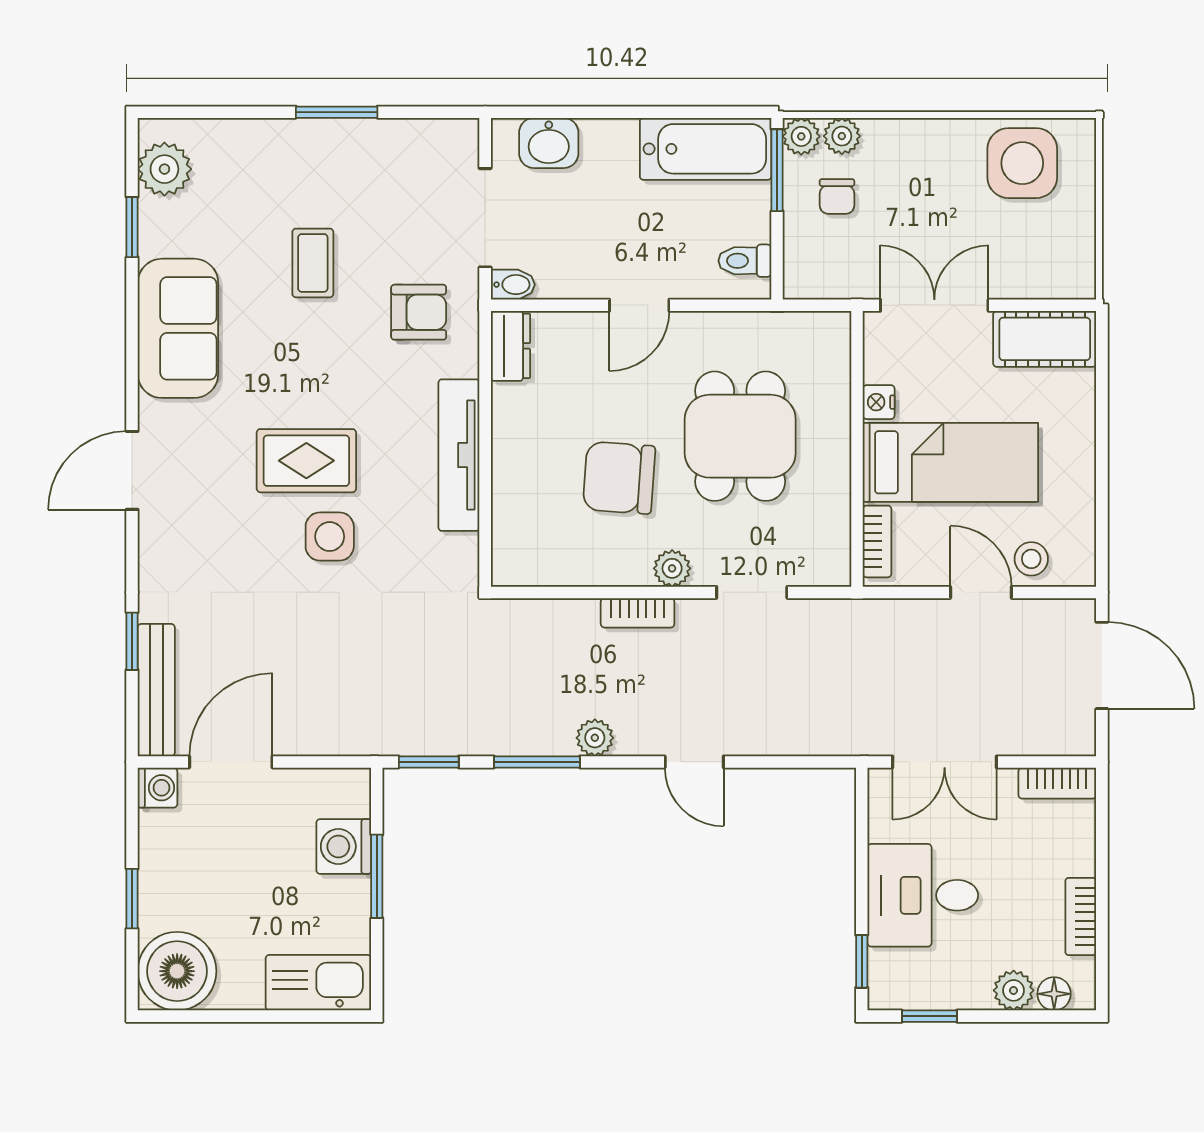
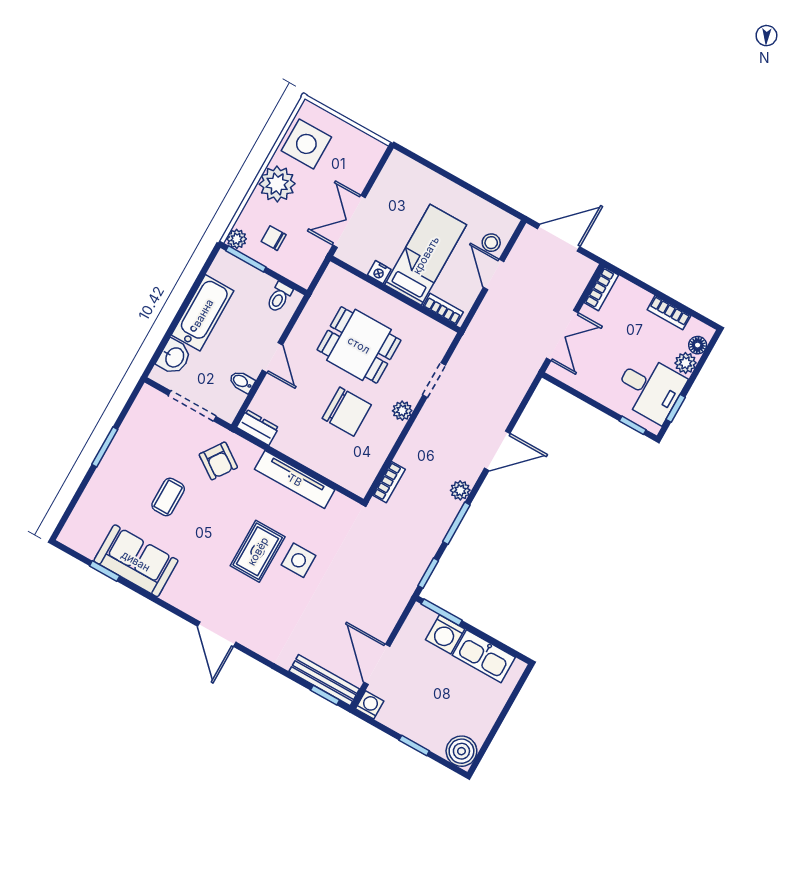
plant: (842, 136) -> (277, 184), moved, width x1.87, depth x1.87
bathtub: (706, 149) -> (203, 313), moved
plant: (164, 169) -> (86, 541), removed
chair: (837, 196) -> (274, 238), turned 180
coffee table: (313, 263) -> (168, 497), turned 90
bidet: (513, 285) -> (242, 382), moved, turned -90
armchair: (419, 312) -> (218, 461), turned 125
sofa: (178, 328) -> (136, 561), moved
cot: (1045, 339) -> (393, 179), removed
chair: (619, 478) -> (347, 412), turned -94
door: (981, 592) -> (494, 275), hinge flipped
bookcase: (638, 613) -> (389, 482), moved
window: (132, 641) -> (325, 695), moved
door: (694, 762) -> (497, 451), width x1.38
window: (377, 876) -> (442, 612), moved
desk: (923, 895) -> (650, 388), moved, turned -90
boiler: (177, 971) -> (461, 751), width x0.73, depth x0.73
kitchen sink: (318, 983) -> (484, 656), moved, turned -90

